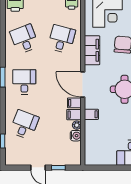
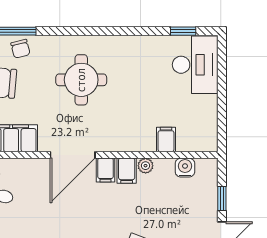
filing cabinet: (91, 114) -> (166, 139), moved
water cooler: (76, 136) -> (185, 168), moved

